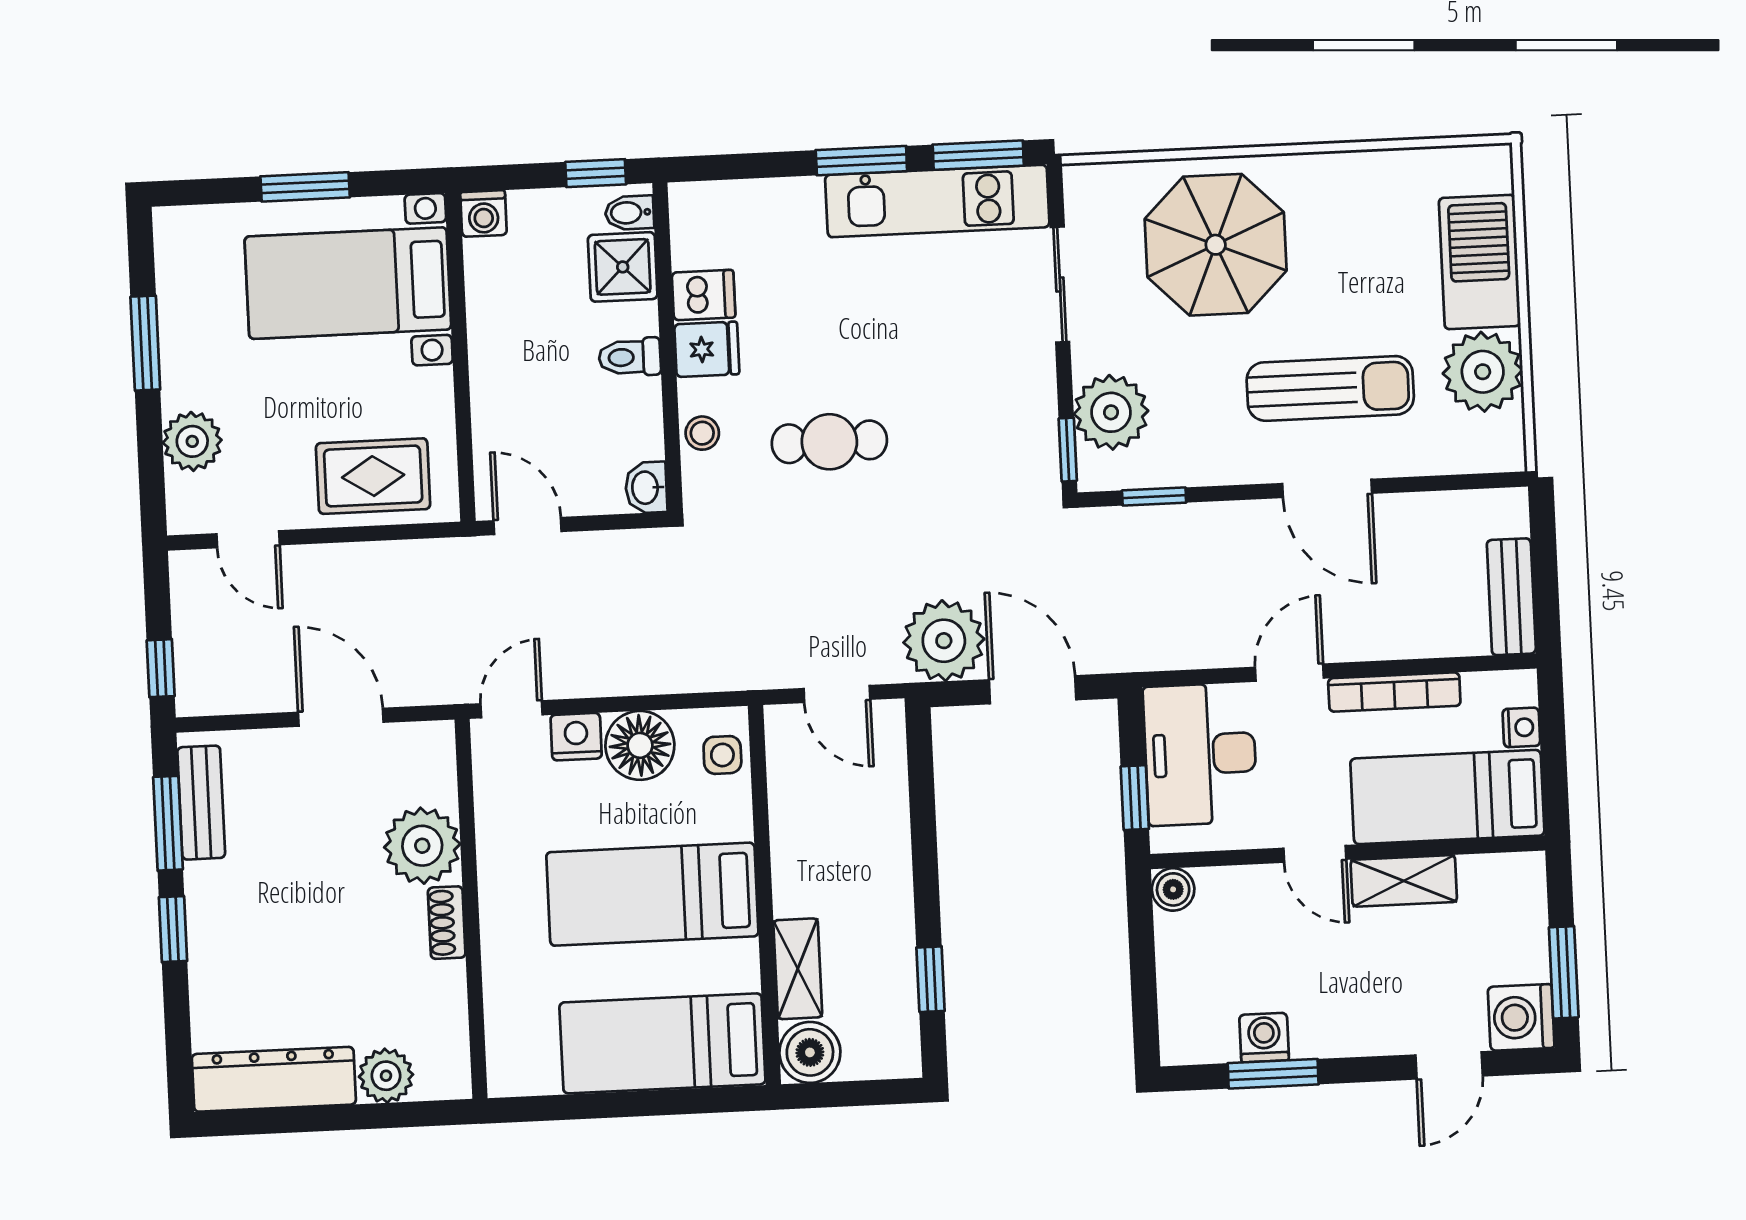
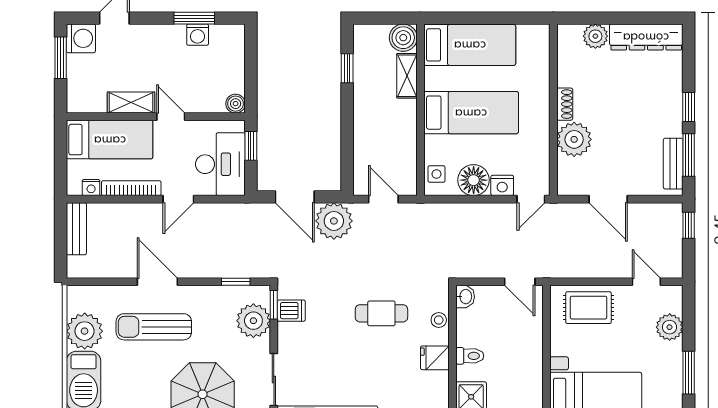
dishwasher: (704, 295) -> (291, 311), moved, turned 180
nightstand: (1521, 727) -> (91, 188), moved, turned -90

